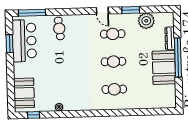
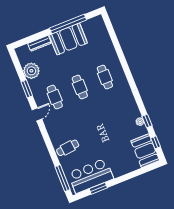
window: (178, 57) -> (68, 24), moved
booth: (24, 93) -> (145, 151), moved, turned 90
window: (57, 114) -> (147, 121), added

